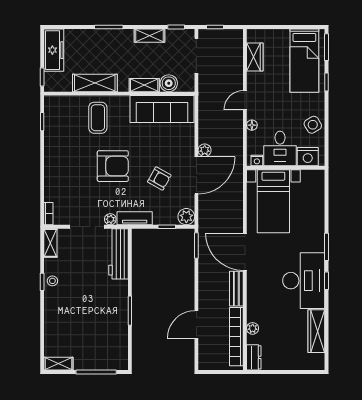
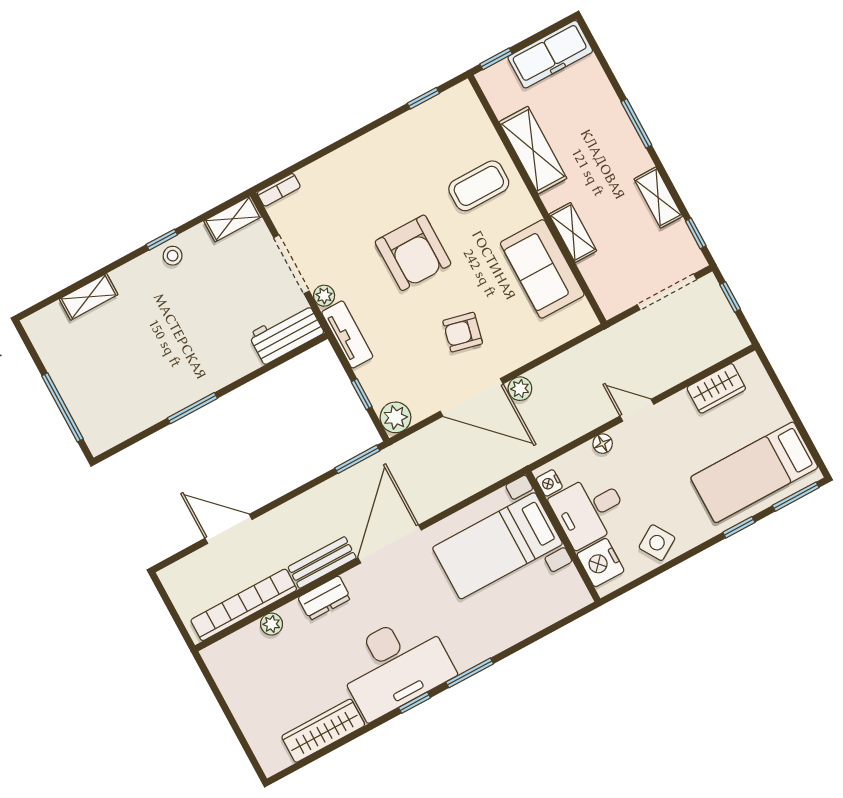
boiler: (169, 83) -> (598, 271), removed
sofa: (162, 109) -> (542, 269), width x0.73
armchair: (159, 178) -> (463, 332), moved, turned 74
workbench: (119, 254) -> (286, 334), width x0.73
dresser: (254, 357) -> (324, 598), moved
shelving: (58, 364) -> (89, 297), moved, turned 90

